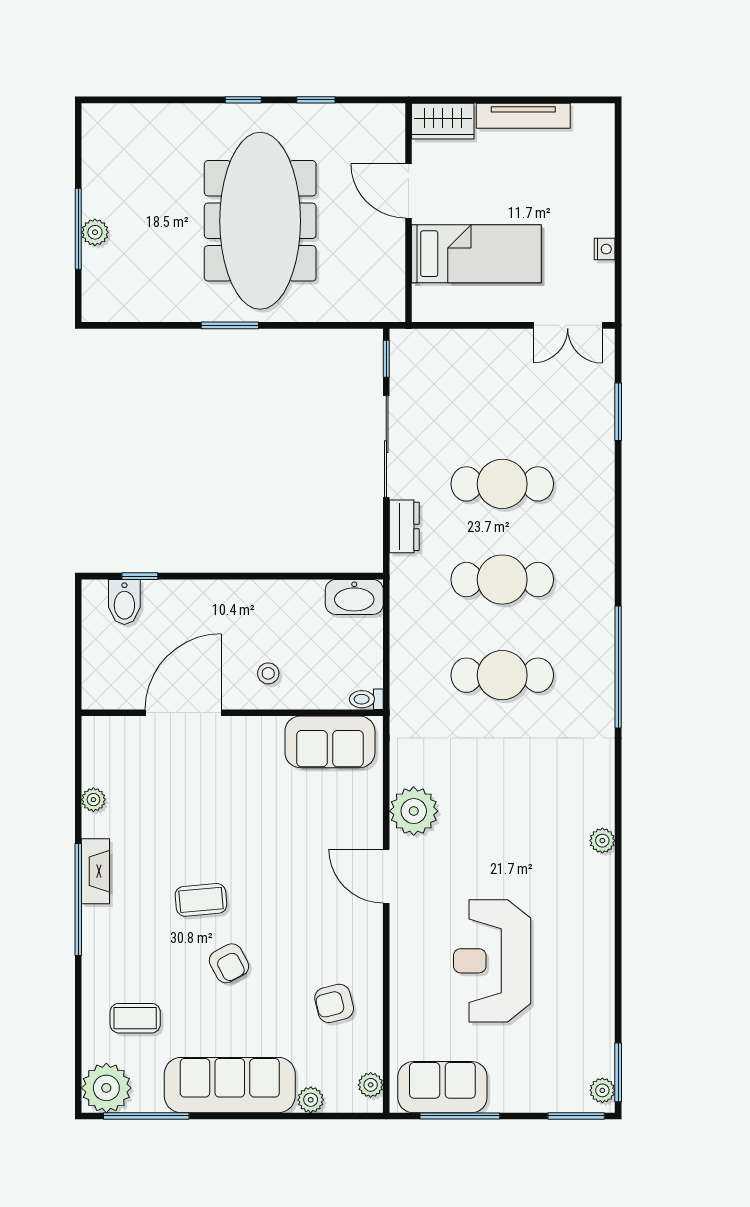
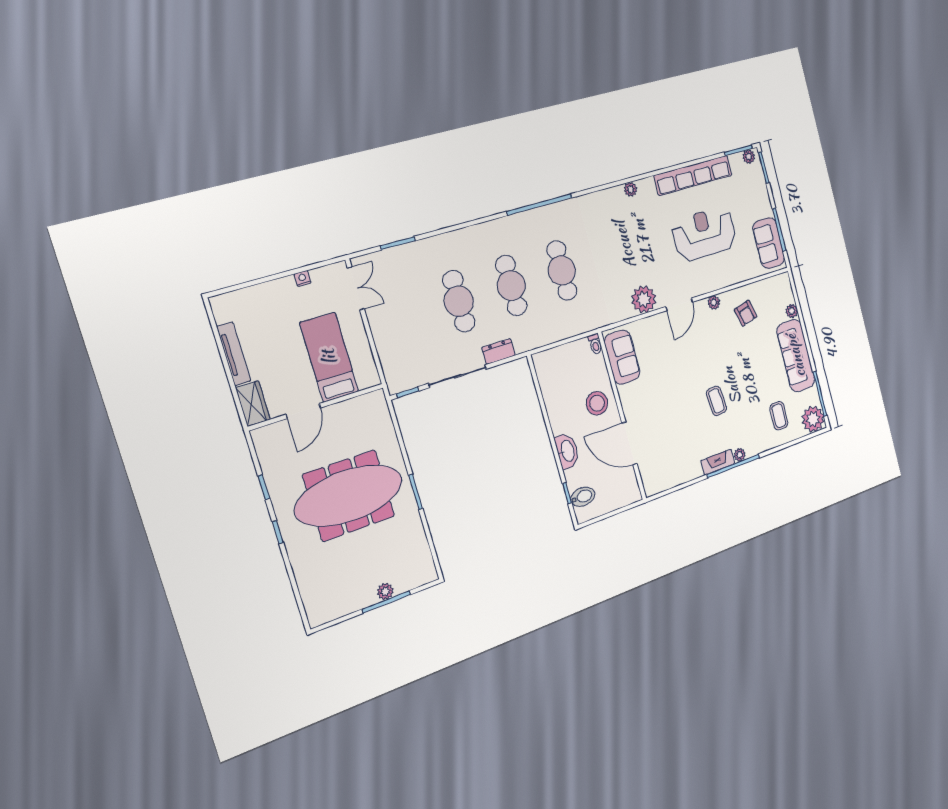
washbasin: (354, 597) -> (567, 451), moved
stool: (268, 673) -> (597, 403), width x1.89, depth x1.89
plant: (93, 800) -> (740, 455), moved
reception desk: (492, 961) -> (704, 234), turned 180
armchair: (229, 963) -> (742, 375), removed
row of seats: (597, 969) -> (693, 175), added
plant: (371, 1085) -> (714, 302), moved

